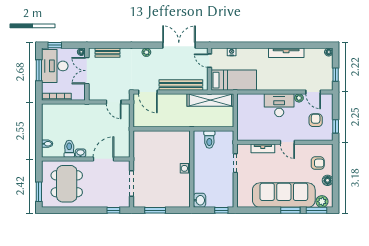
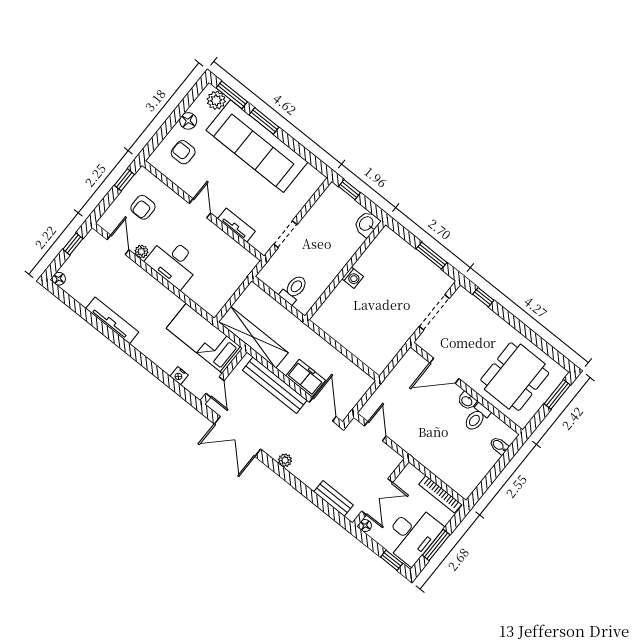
freezer: (169, 101) -> (306, 378), added

